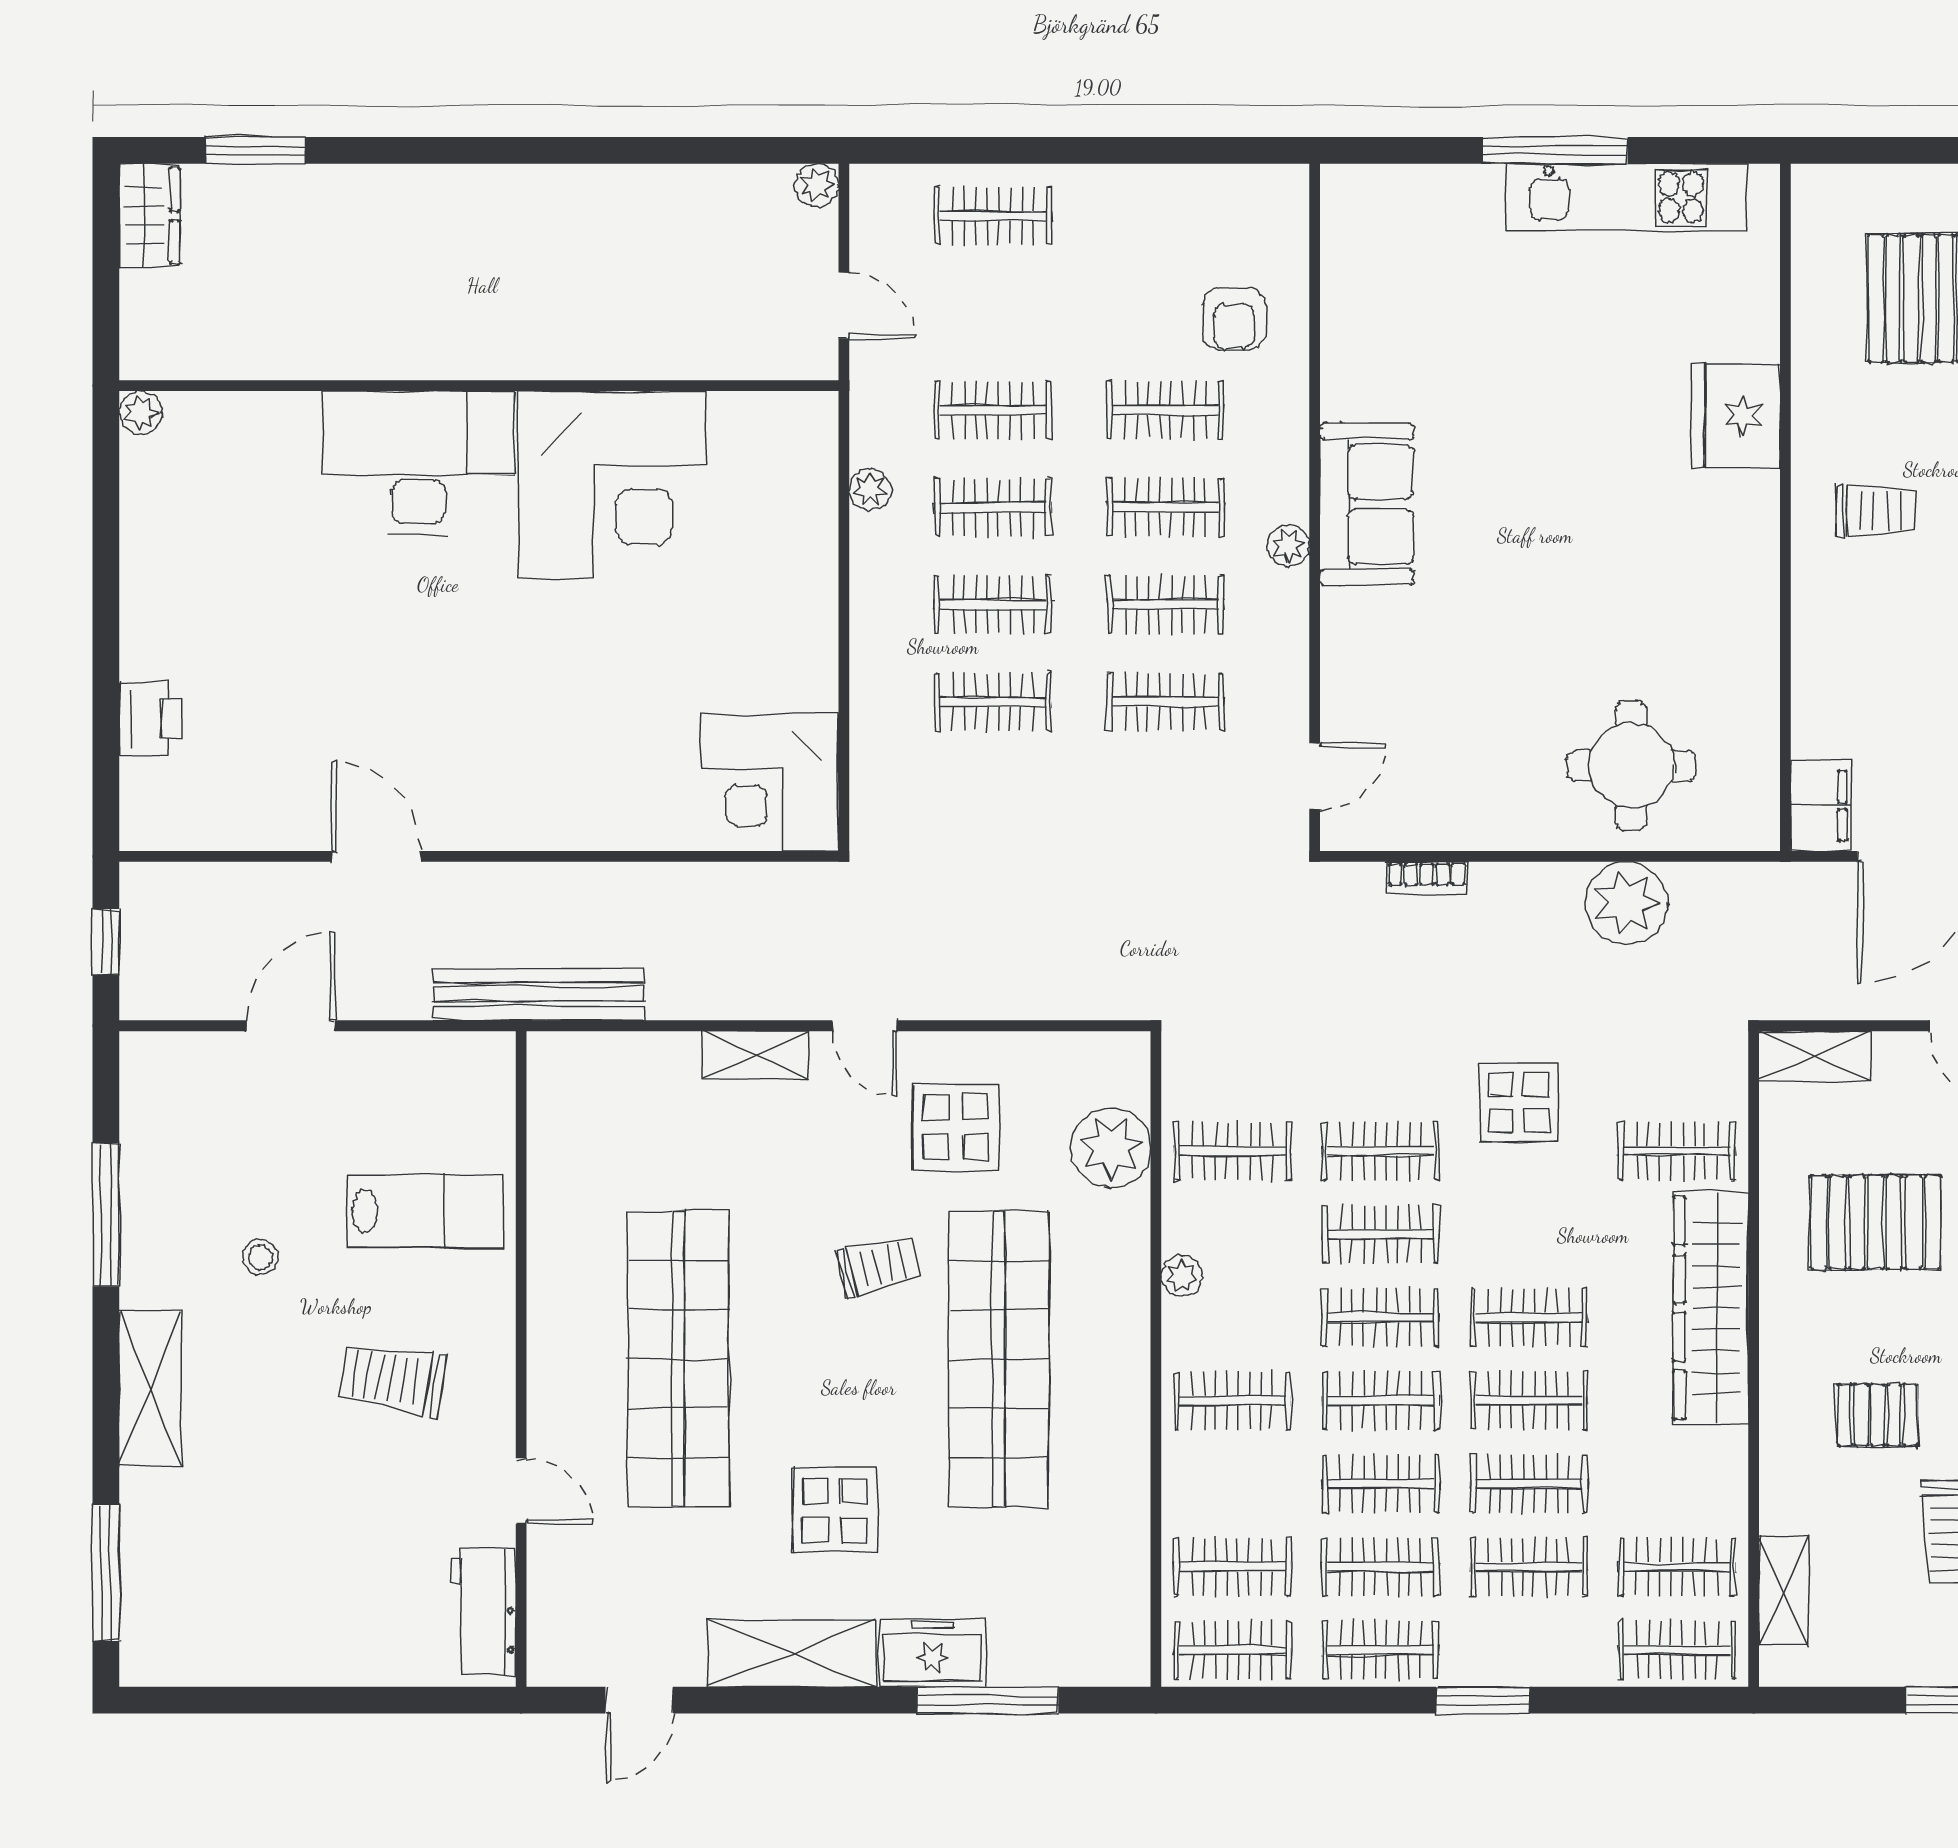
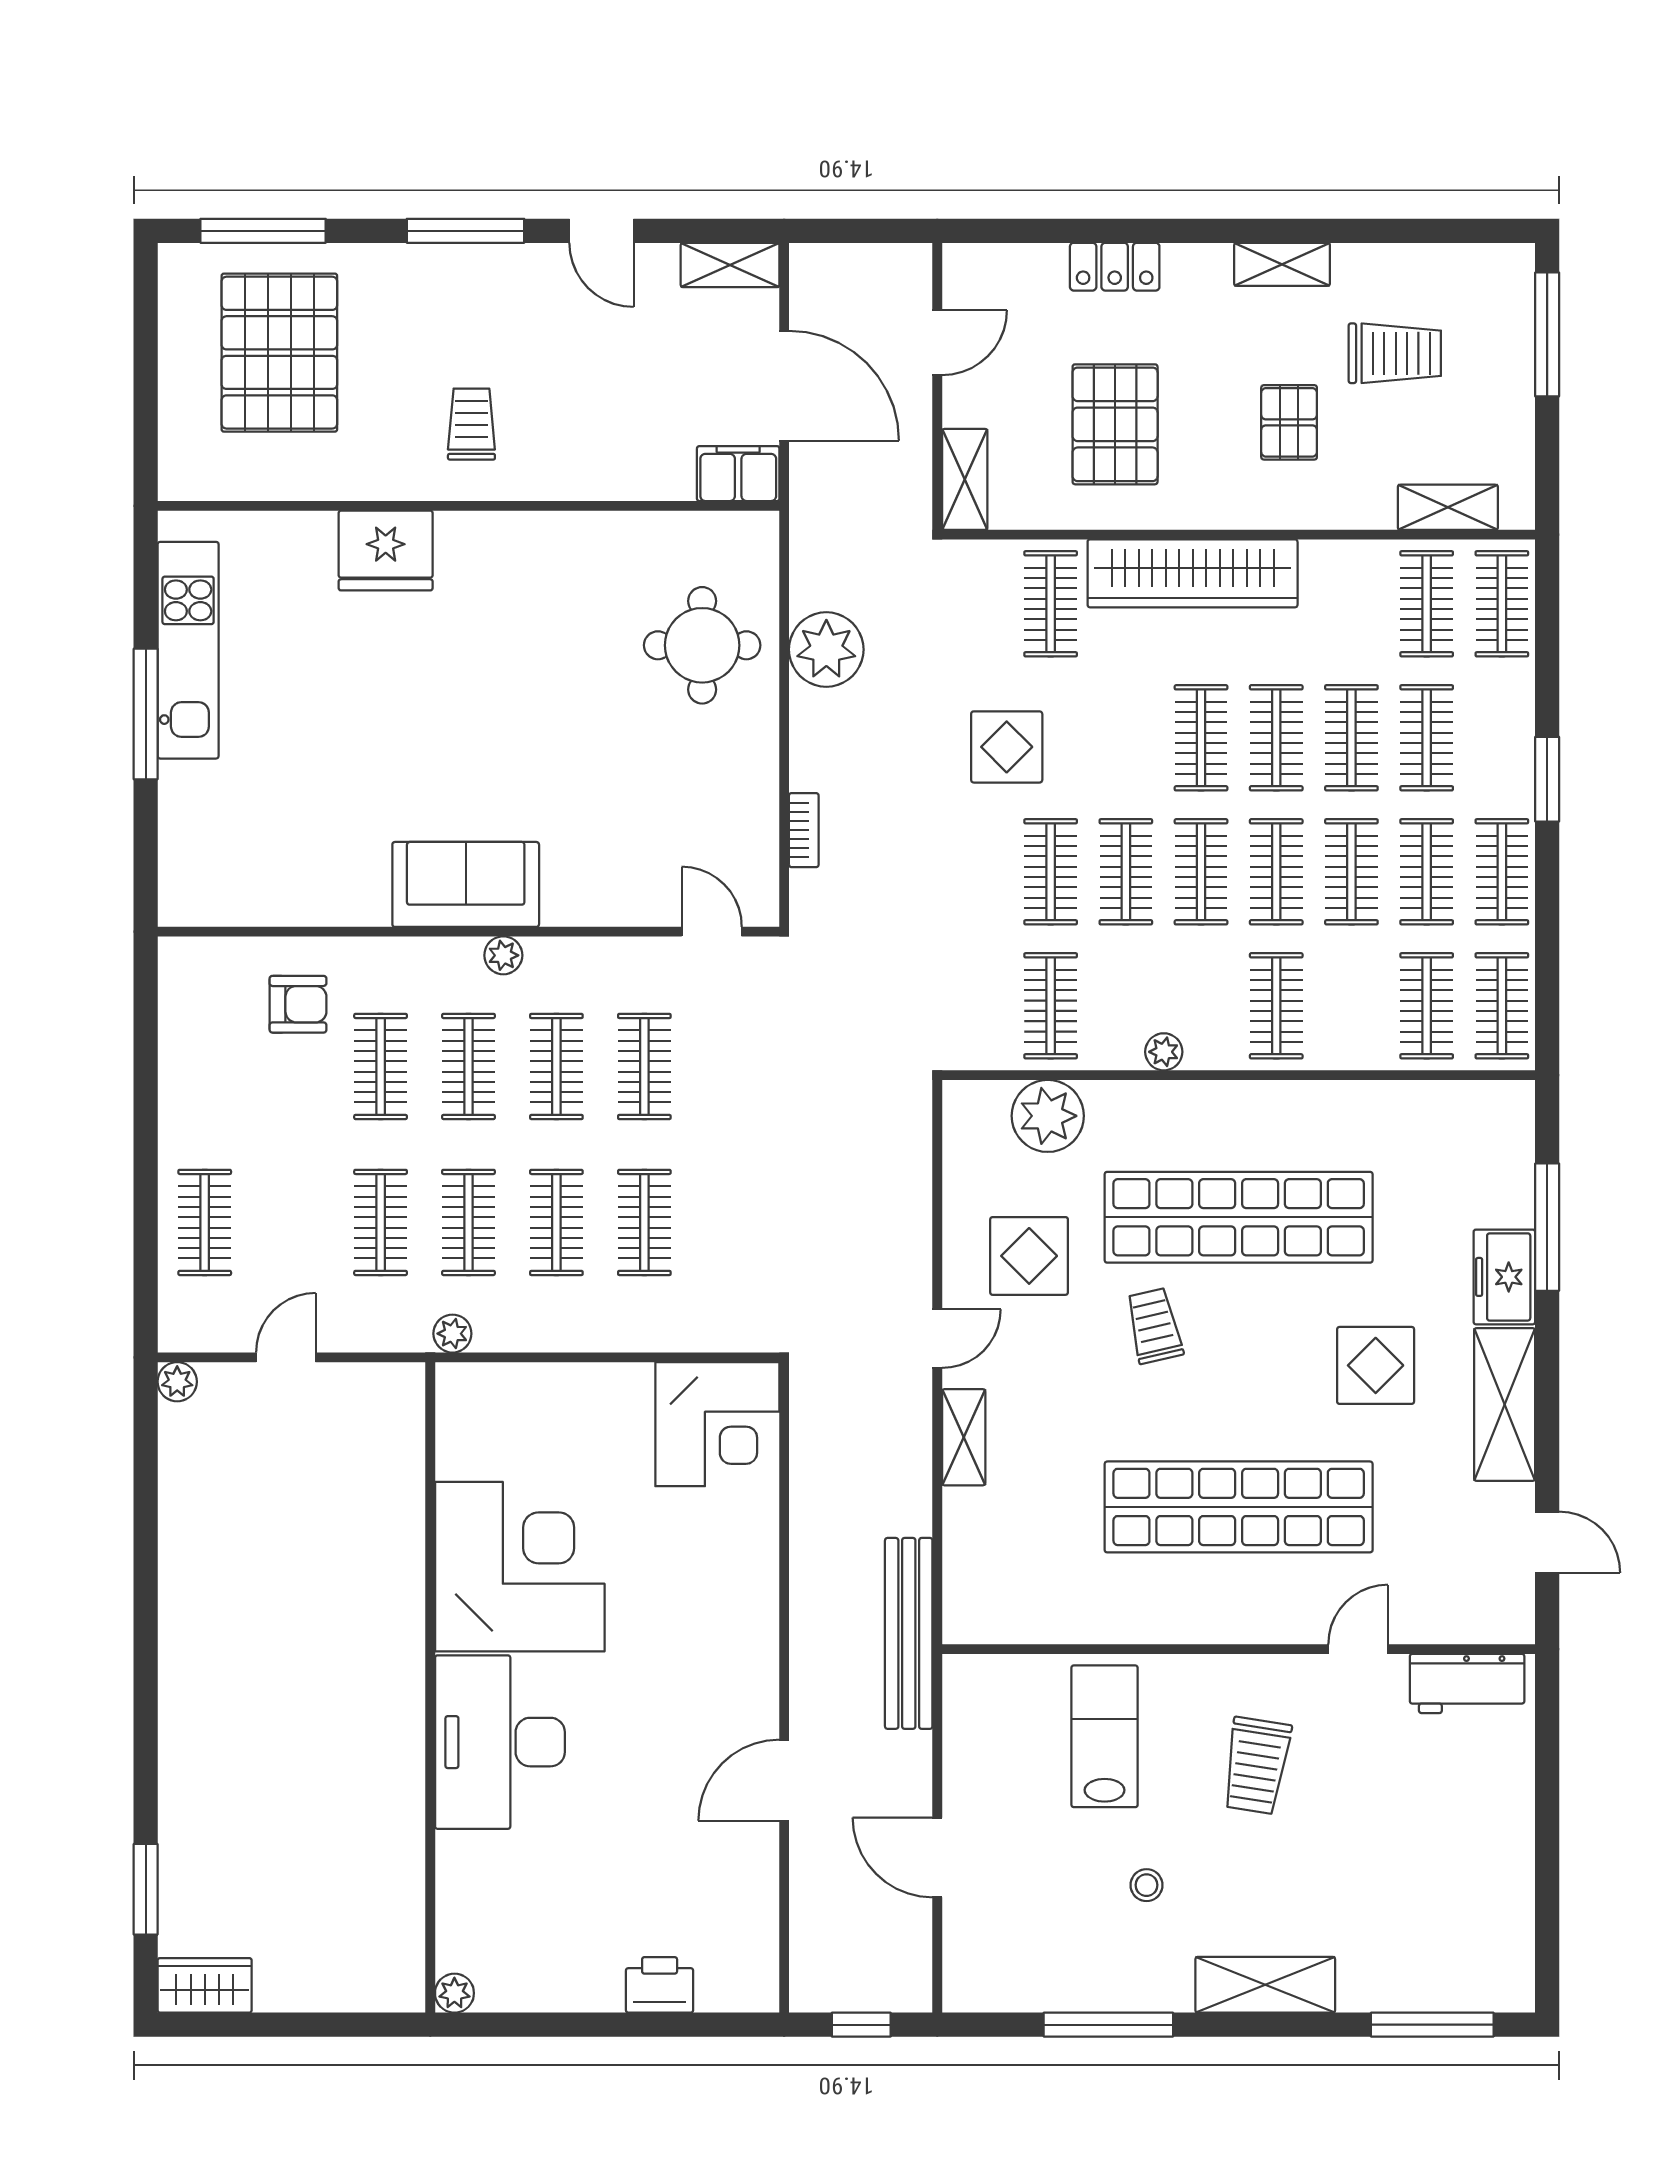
wall: (479, 386) -> (430, 1687), moved
plant: (141, 413) -> (454, 1993), moved
desk: (418, 463) -> (500, 1742), moved
corner desk: (612, 485) -> (520, 1567), moved

